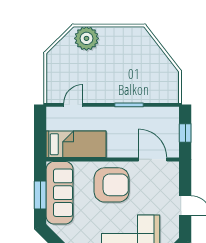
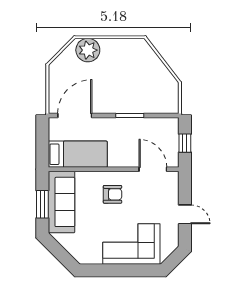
door: (73, 105) -> (75, 116), width x1.88
armchair: (112, 185) -> (113, 194), width x0.53, depth x0.53

